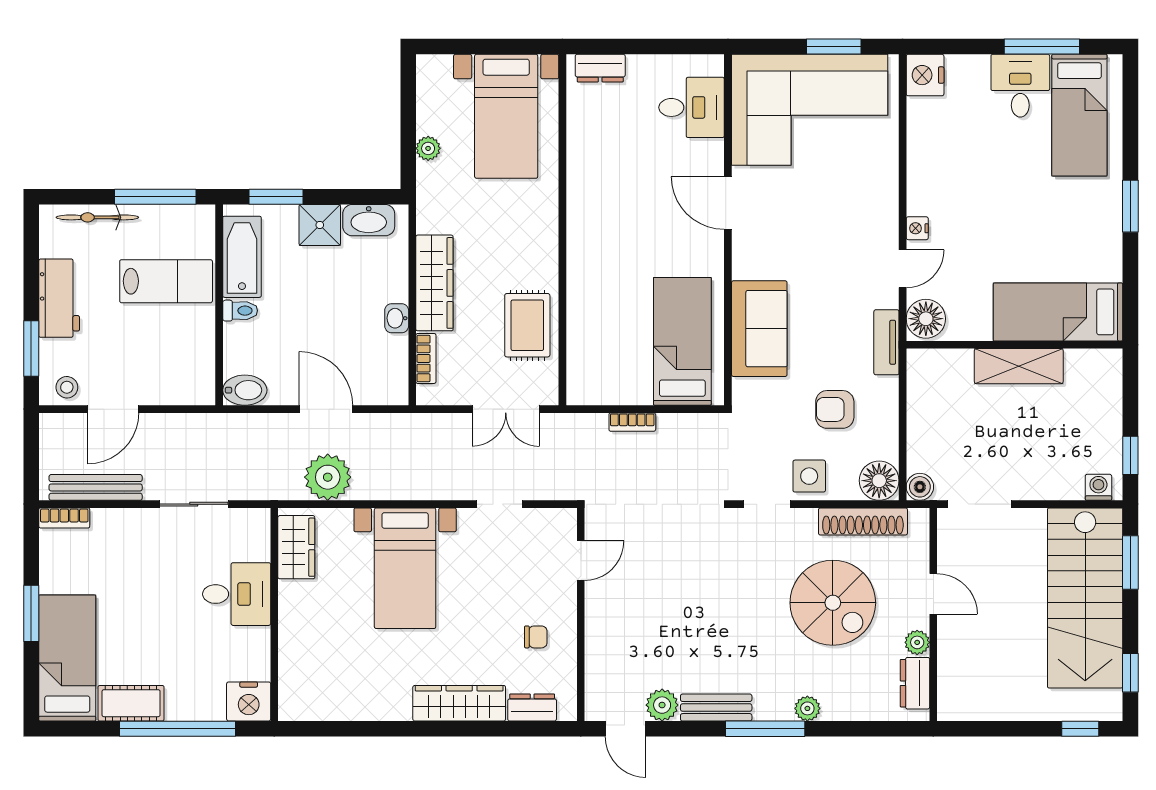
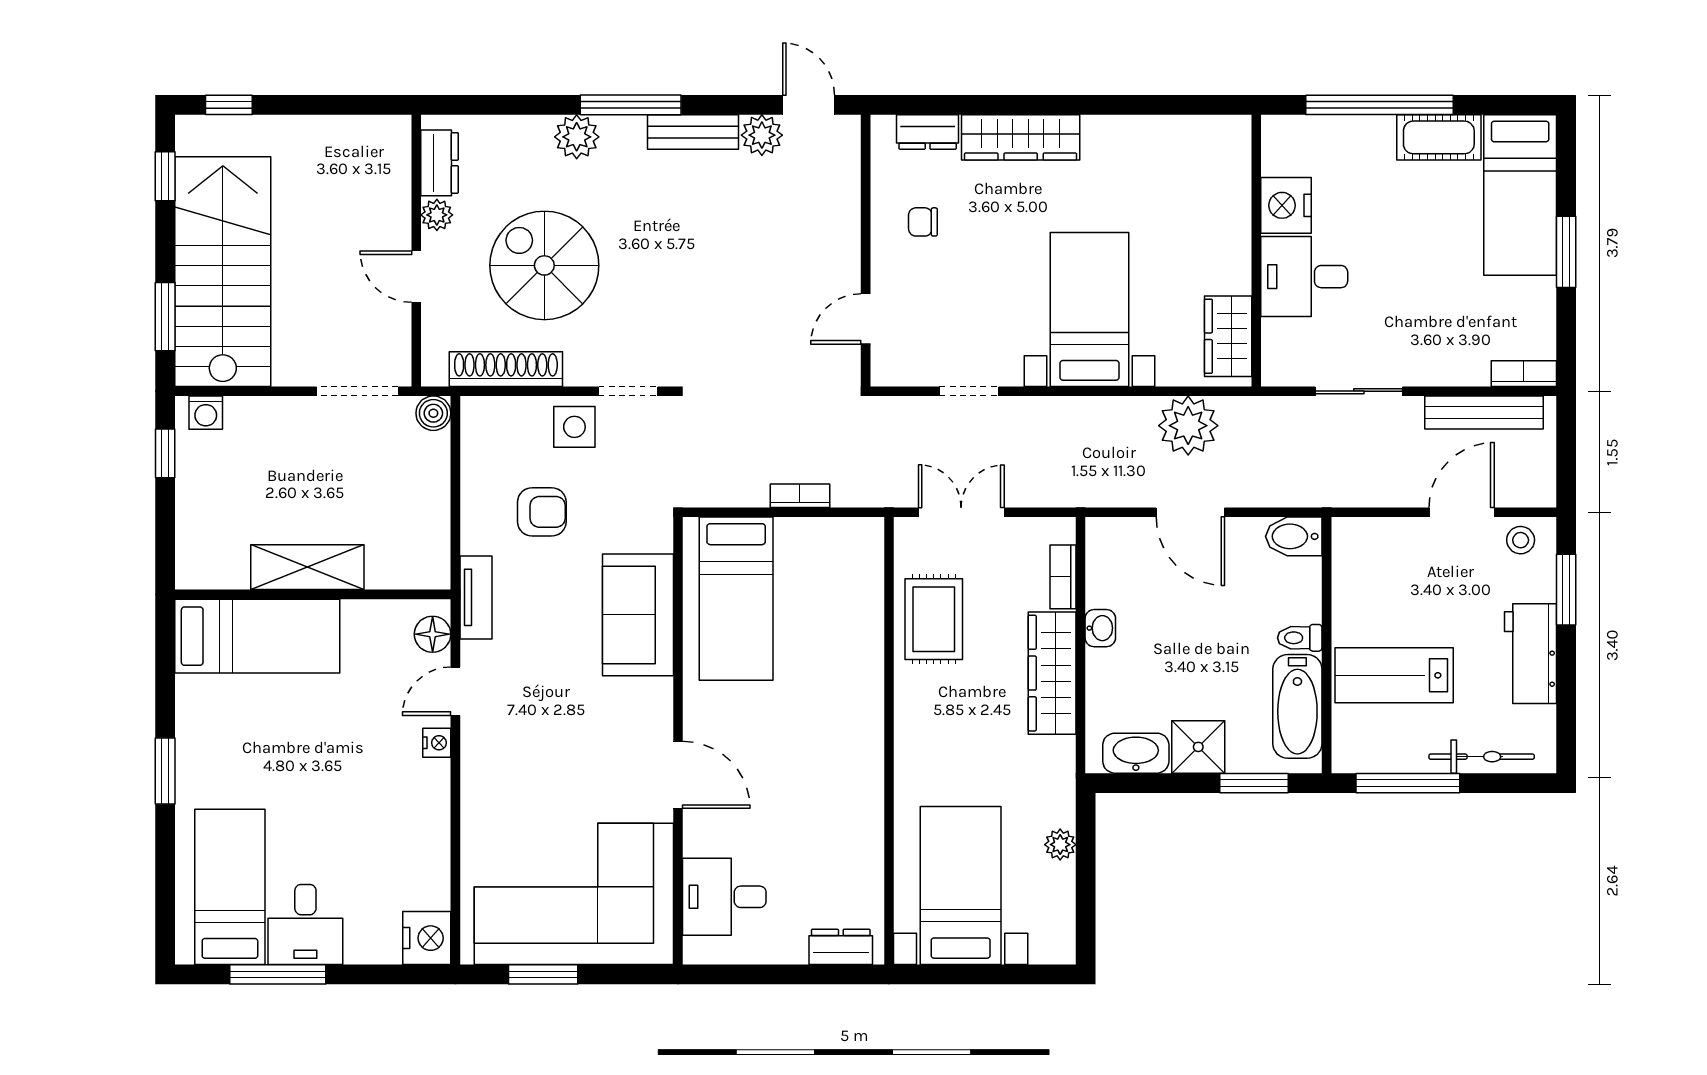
floor lamp: (926, 319) -> (433, 634), width x0.73, depth x0.73
floor lamp: (879, 481) -> (485, 421), removed
nightstand: (249, 701) -> (1286, 205), moved, turned -90
plant: (807, 708) -> (577, 137), width x1.38, depth x1.38

